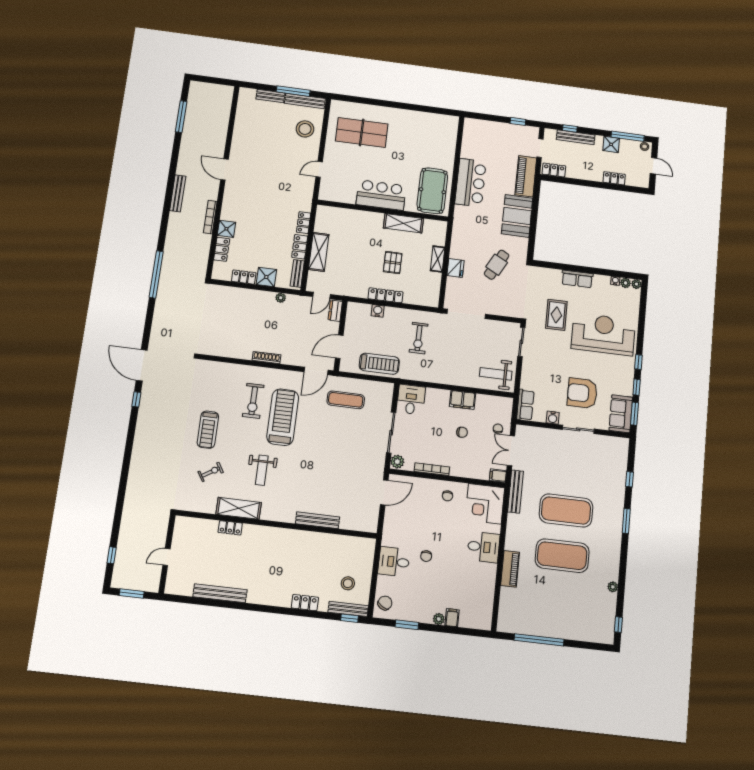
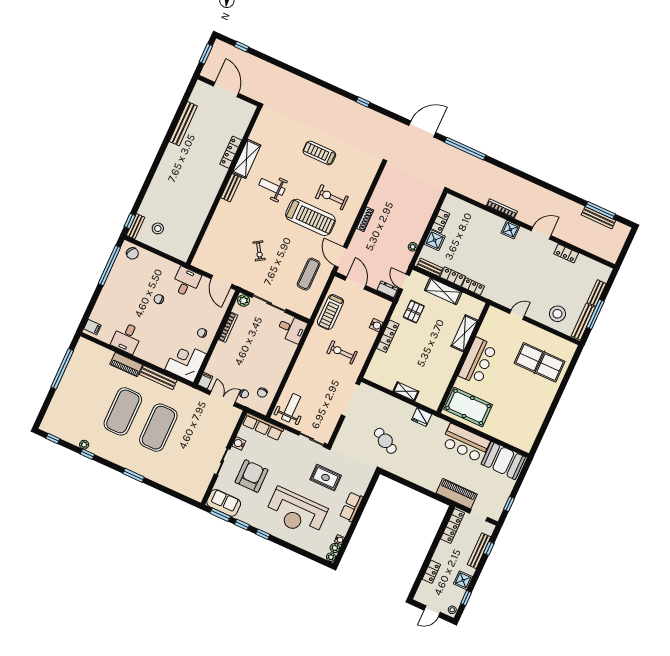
table tennis table: (362, 132) -> (540, 362), turned 90
window: (628, 136) -> (466, 598), width x0.46
door: (319, 169) -> (517, 315), hinge flipped
locker: (554, 170) -> (452, 526), width x1.53
bench: (178, 193) -> (598, 218), moved
booth: (517, 216) -> (503, 461), moved
shelving: (403, 223) -> (464, 333), moved
shower: (226, 229) -> (510, 230), moved
locker: (222, 249) -> (566, 253), moved
pallet: (393, 263) -> (414, 312), moved, turned 90
fridge: (455, 268) -> (422, 417), moved
reception desk: (603, 334) -> (296, 512), turned 90
door: (142, 365) -> (422, 129), moved
filing cabinet: (463, 400) -> (278, 372), removed
row of seats: (525, 405) -> (263, 427), width x1.48
chair: (462, 432) -> (262, 393), moved
exercise bike: (211, 472) -> (259, 251), moved
window: (629, 479) -> (87, 454), moved
bench: (516, 492) -> (158, 377), moved
bench: (317, 520) -> (231, 188), moved, width x0.73
locker: (230, 528) -> (231, 152), width x1.53
desk: (483, 547) -> (127, 338), moved
door: (166, 557) -> (226, 90), width x1.87
desk: (394, 562) -> (186, 282), moved
locker: (305, 603) -> (154, 189), removed
bench: (348, 609) -> (136, 226), width x0.73
filing cabinet: (452, 618) -> (92, 327), moved
plant: (439, 619) -> (105, 293), removed
window: (407, 625) -> (109, 266), width x2.11

